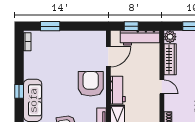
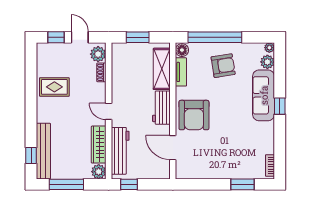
window: (131, 26) -> (129, 184), moved
workbench: (140, 38) -> (120, 151), moved, turned 90
door: (108, 57) -> (173, 148), hinge flipped

